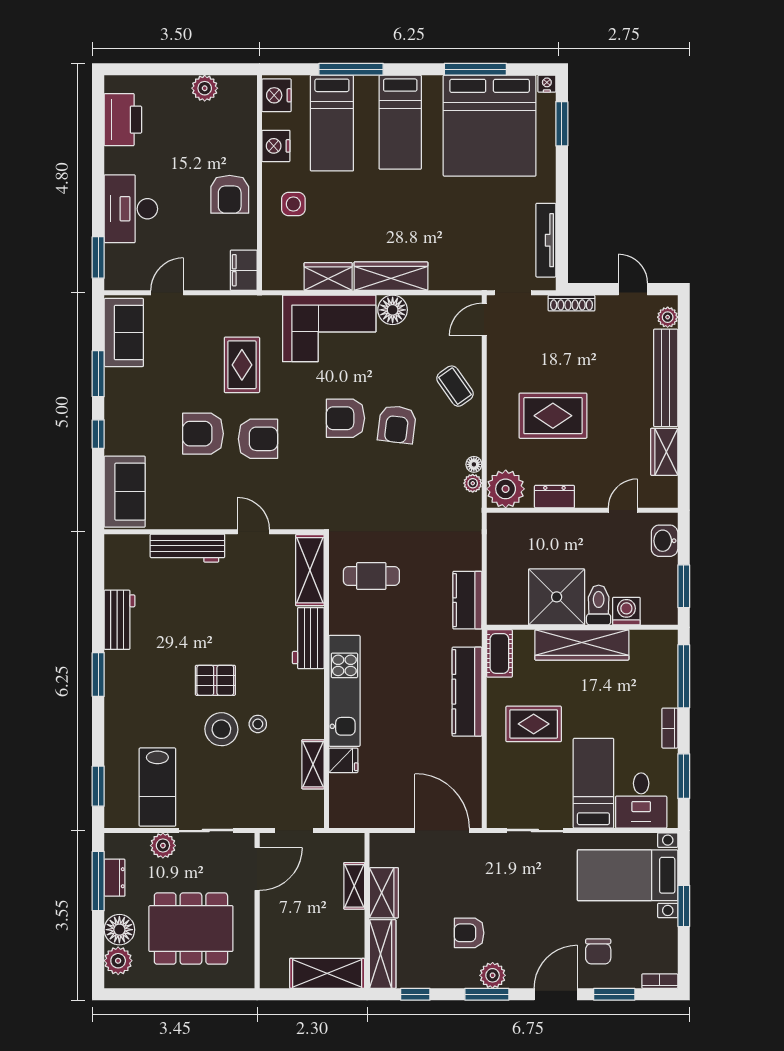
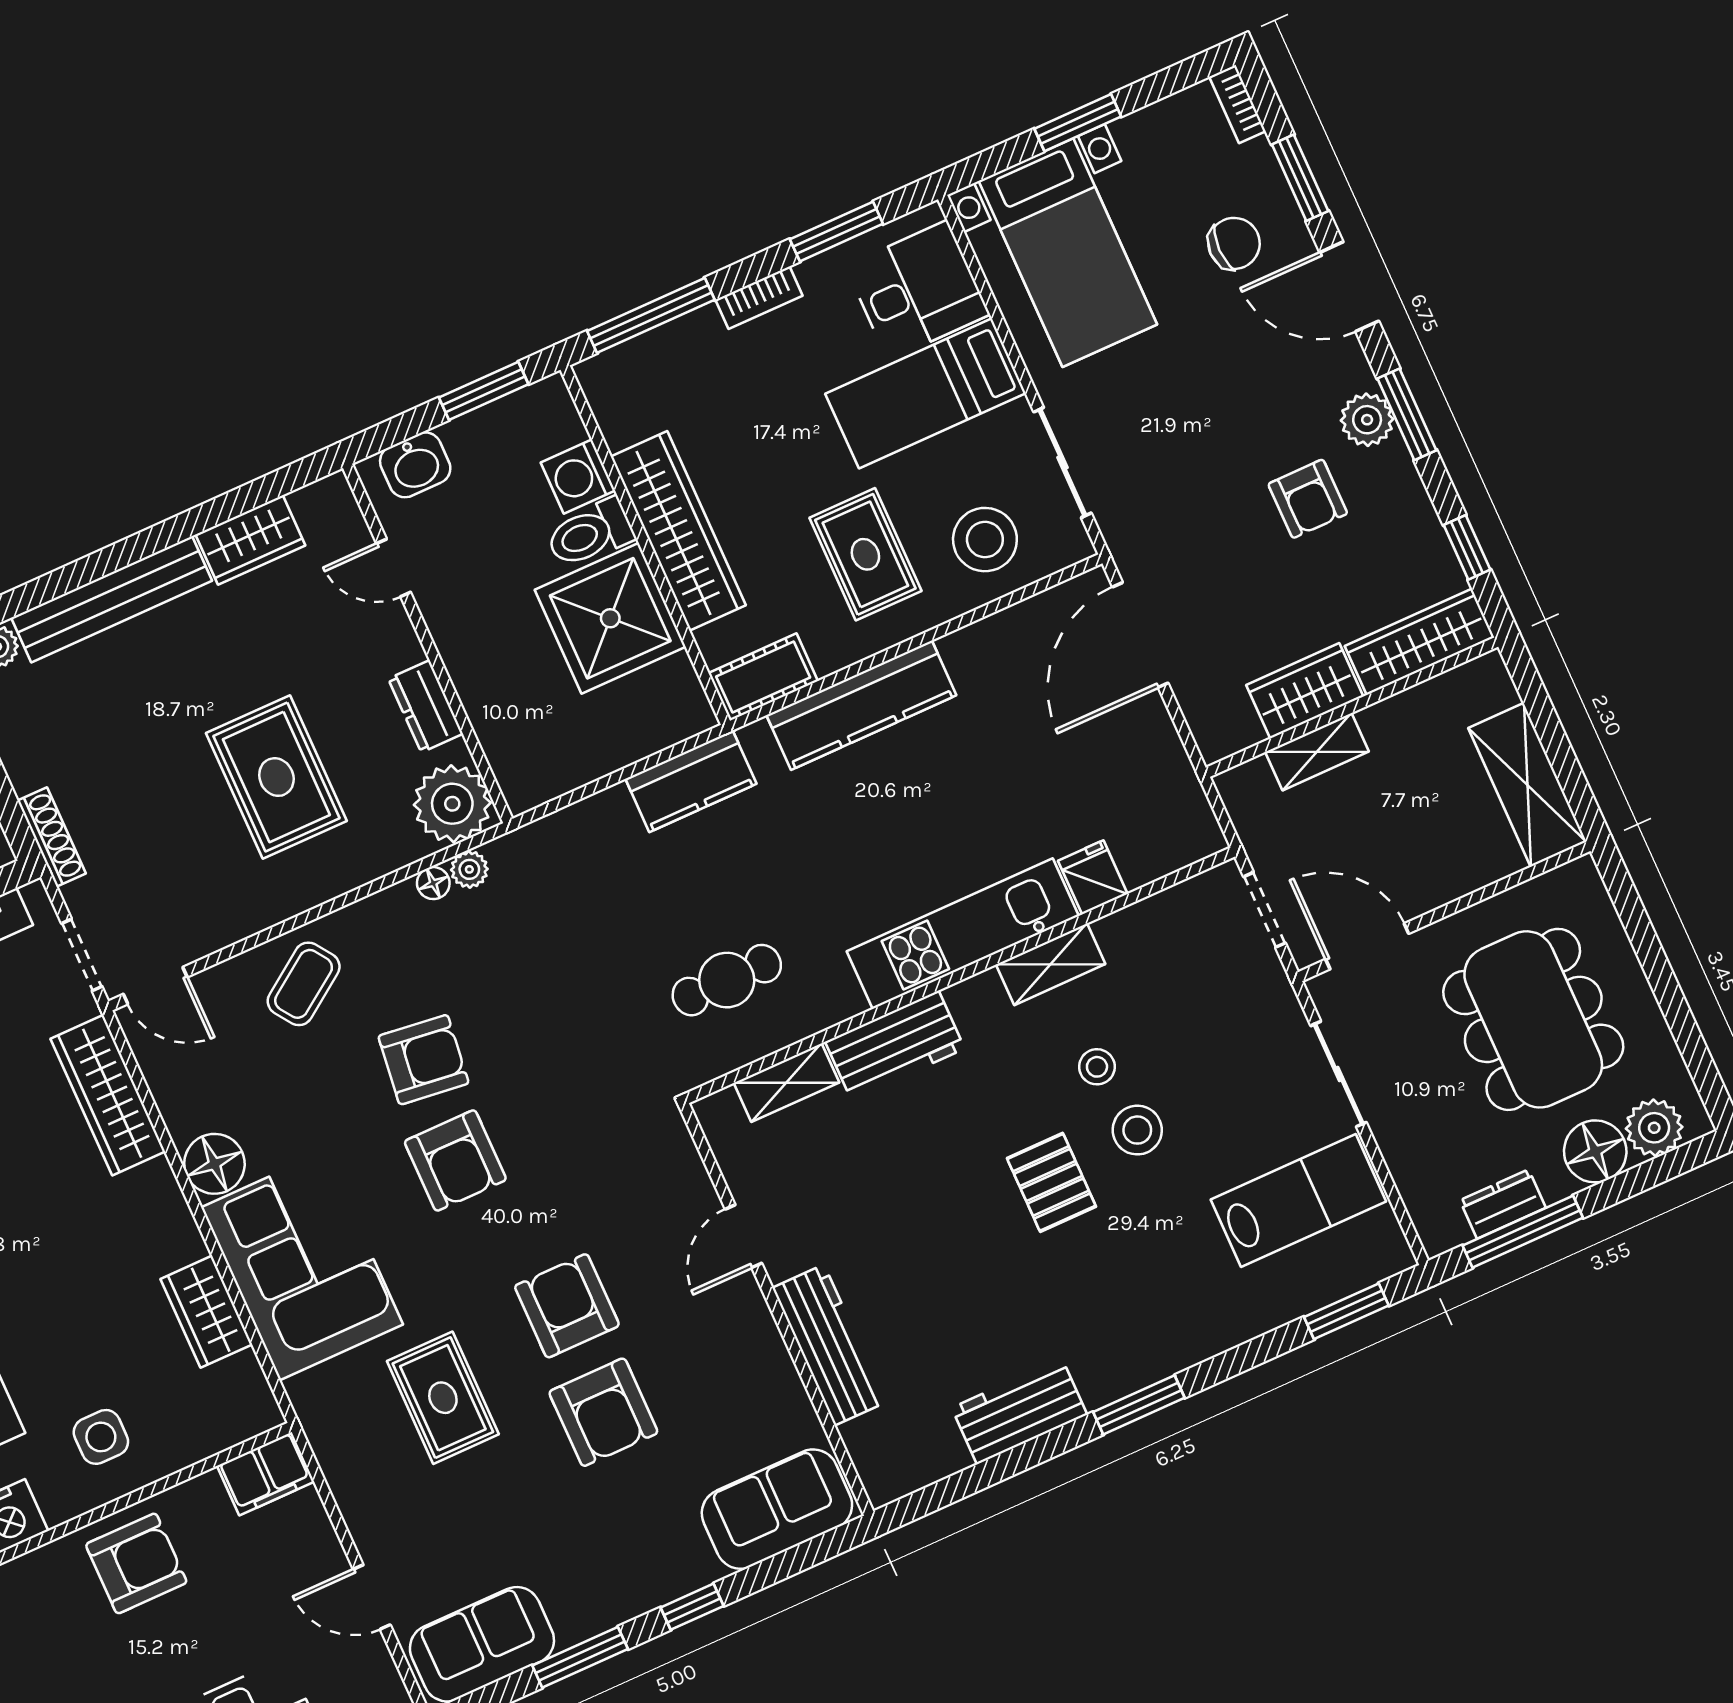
wardrobe: (391, 276) -> (108, 1095), moved
rug: (242, 365) -> (443, 1398), turned 90
shelving: (310, 570) -> (786, 1083), width x0.67, depth x0.75
cafe table: (371, 576) -> (727, 980), turned 90
stool: (221, 729) -> (1137, 1130), width x0.73, depth x0.73
shelving: (313, 764) -> (1051, 964), moved
stool: (516, 780) -> (985, 540), added
plant: (163, 846) -> (1402, 1141), removed
shelving: (327, 973) -> (1527, 785), moved

